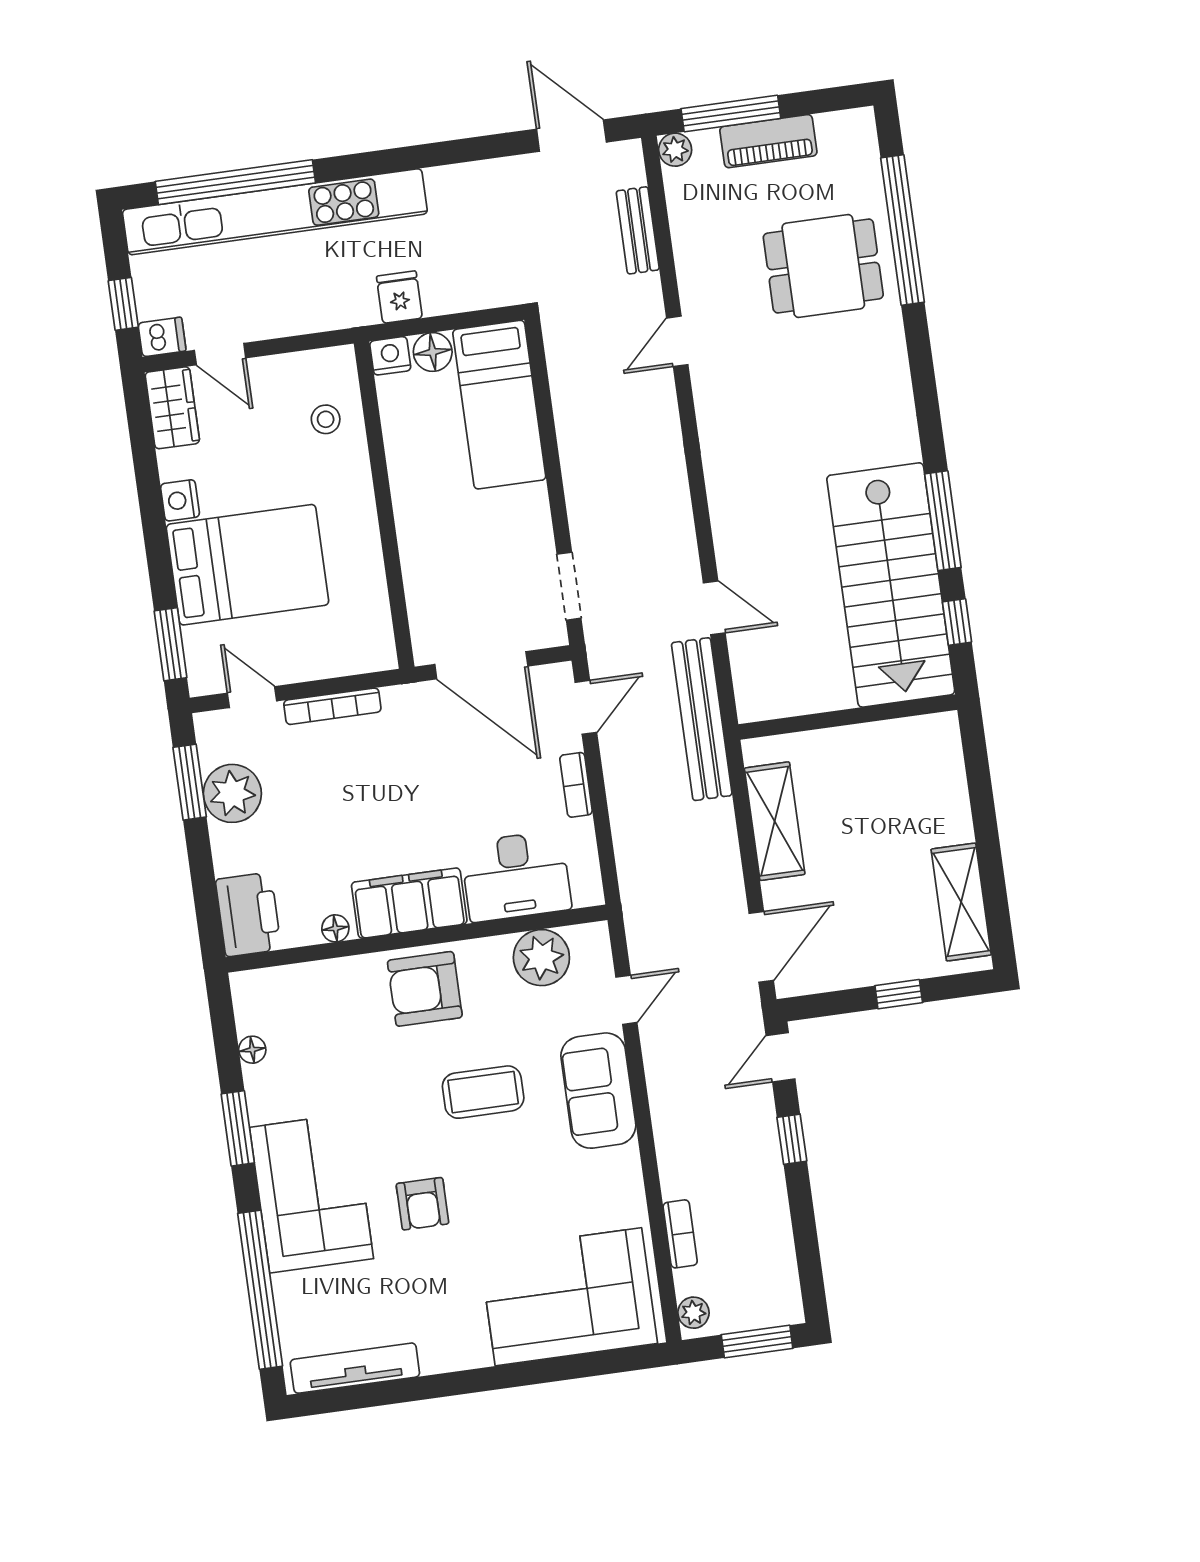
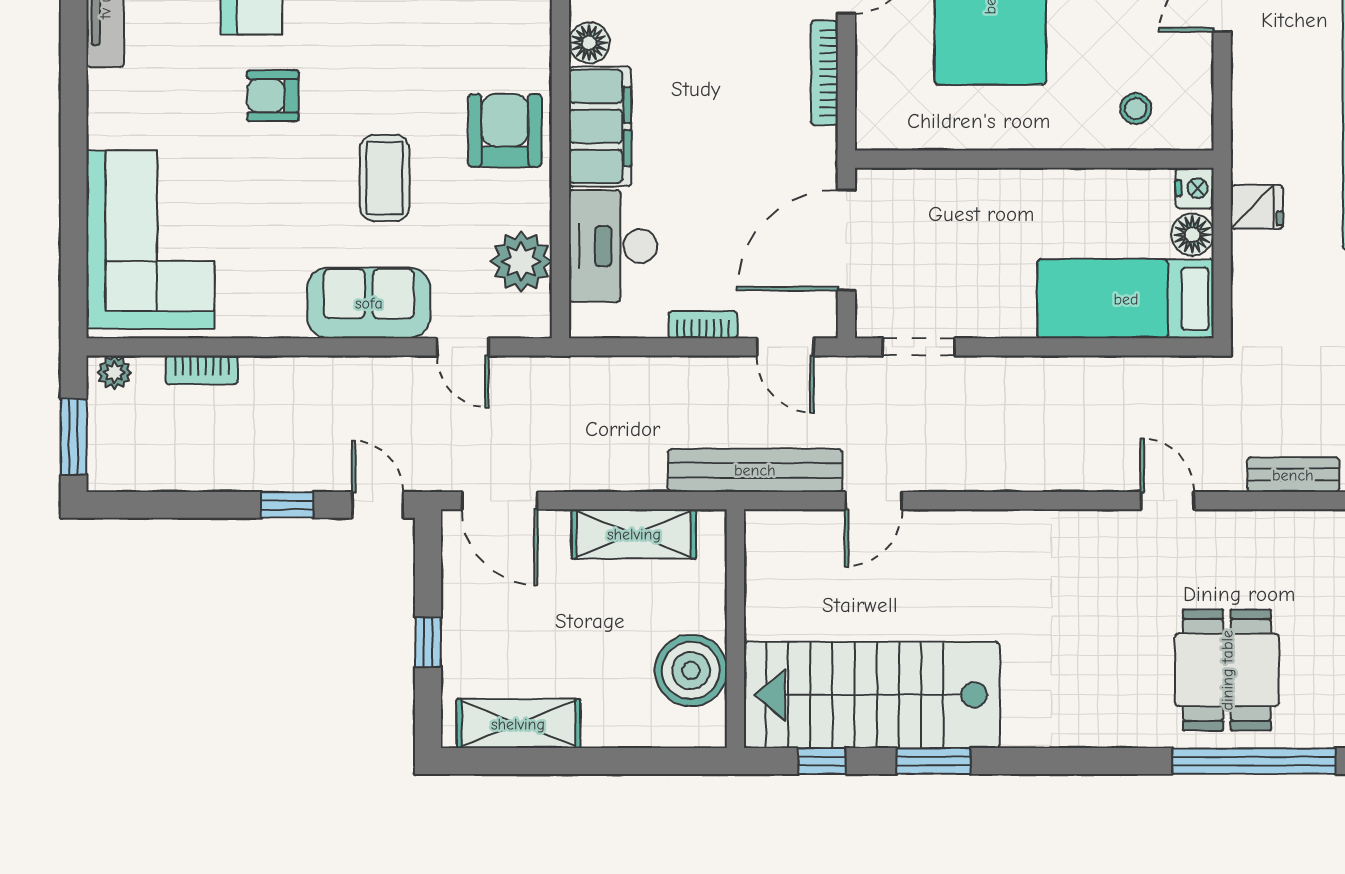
window: (943, 521) -> (934, 761), width x0.69
boiler: (891, 752) -> (691, 670), added
floor lamp: (335, 928) -> (589, 43), width x1.37, depth x1.37

